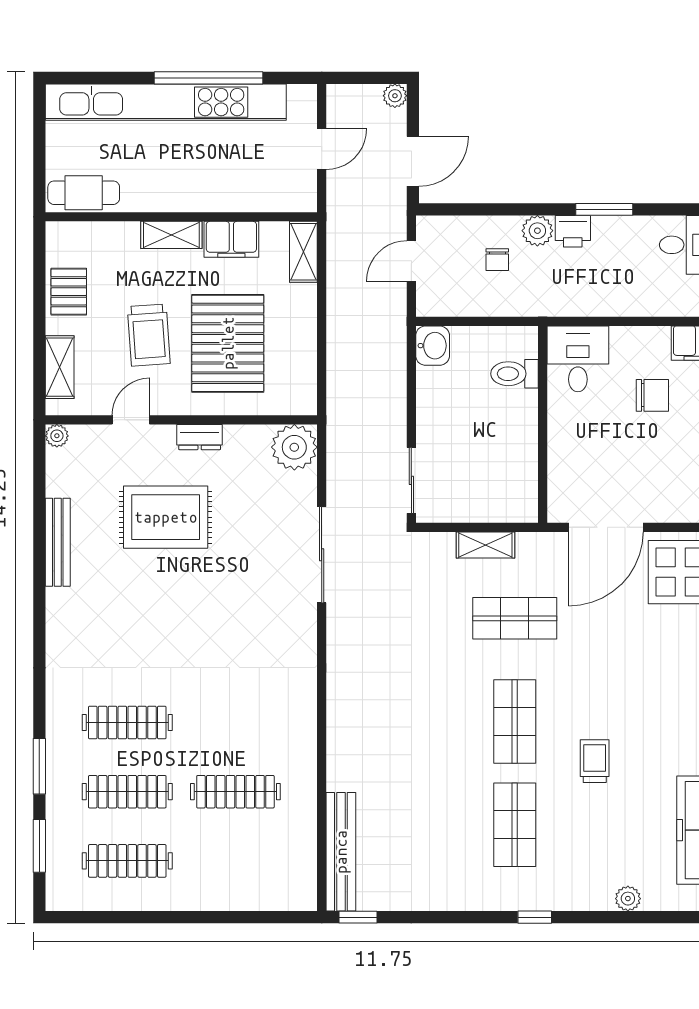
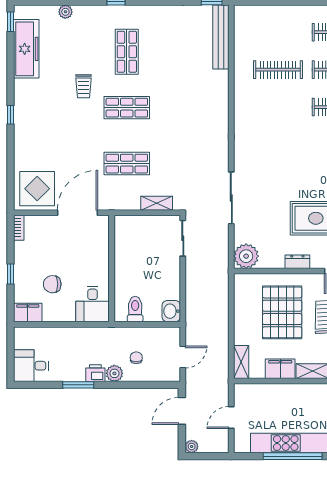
toilet: (515, 374) -> (135, 309), moved, turned -90
shelving: (485, 545) -> (157, 203), moved
shop shelf: (515, 722) -> (127, 108), turned 90

